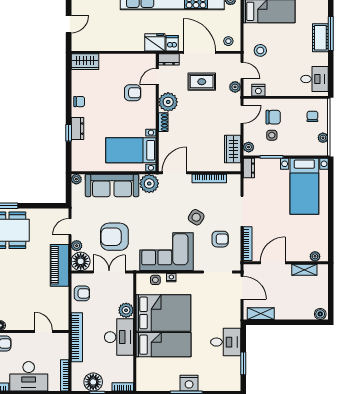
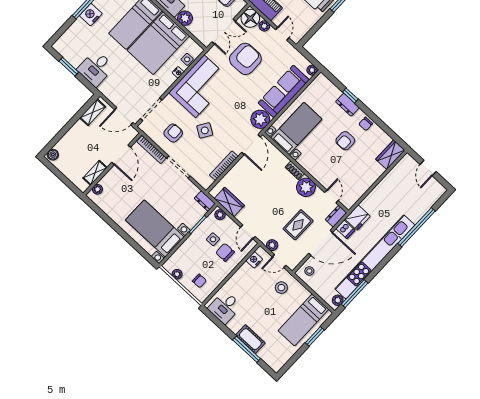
armchair: (133, 93) -> (345, 141), moved
chair: (273, 117) -> (225, 252), turned 90
armchair: (220, 239) -> (173, 133), turned 180

